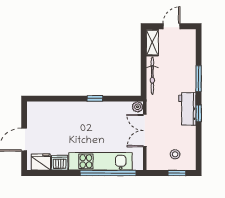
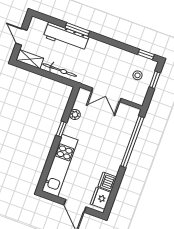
plant: (138, 107) -> (75, 114), moved
workbench: (187, 109) -> (66, 37), moved, width x1.38
window: (199, 113) -> (146, 54), moved
kitchen unit: (100, 161) -> (60, 165), moved, turned 180

